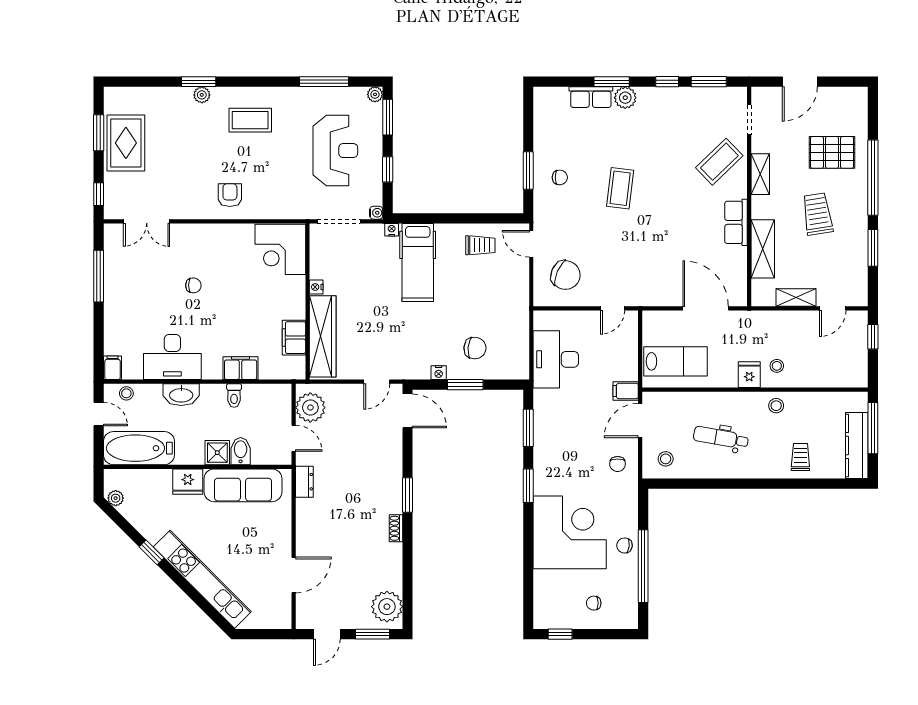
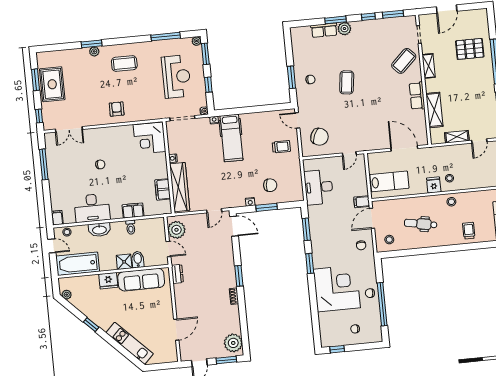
trolley: (817, 214) -> (465, 86), removed
trolley: (480, 245) -> (281, 147), moved
kitchen unit: (202, 579) -> (130, 343), width x0.73

